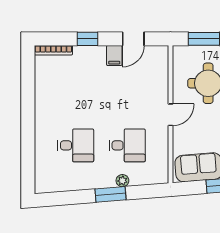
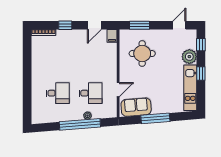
filing cabinet: (114, 56) -> (112, 36), moved
door: (171, 115) -> (118, 90), moved
window: (110, 194) -> (80, 124), width x2.11

